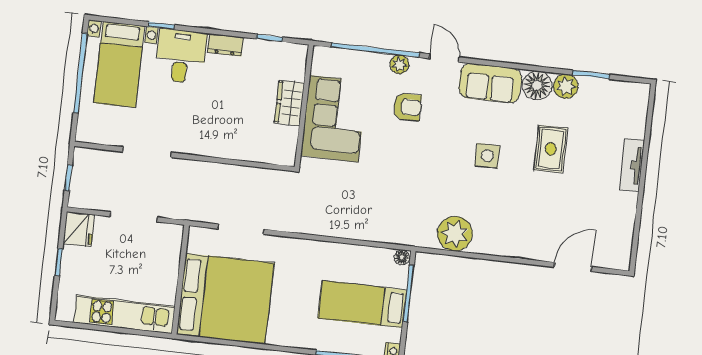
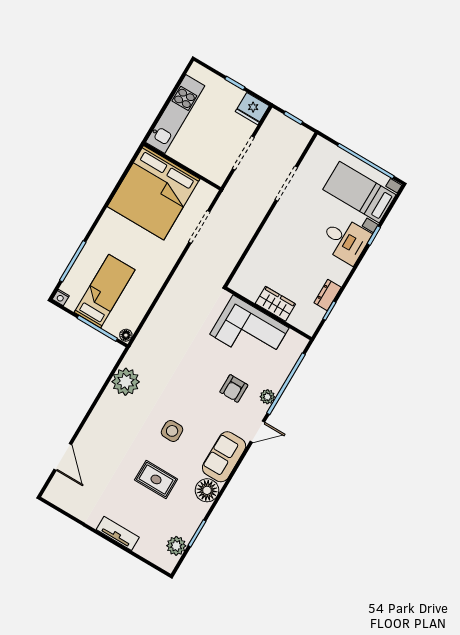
dresser: (225, 45) -> (328, 295), moved
plant: (566, 86) -> (176, 546), moved

